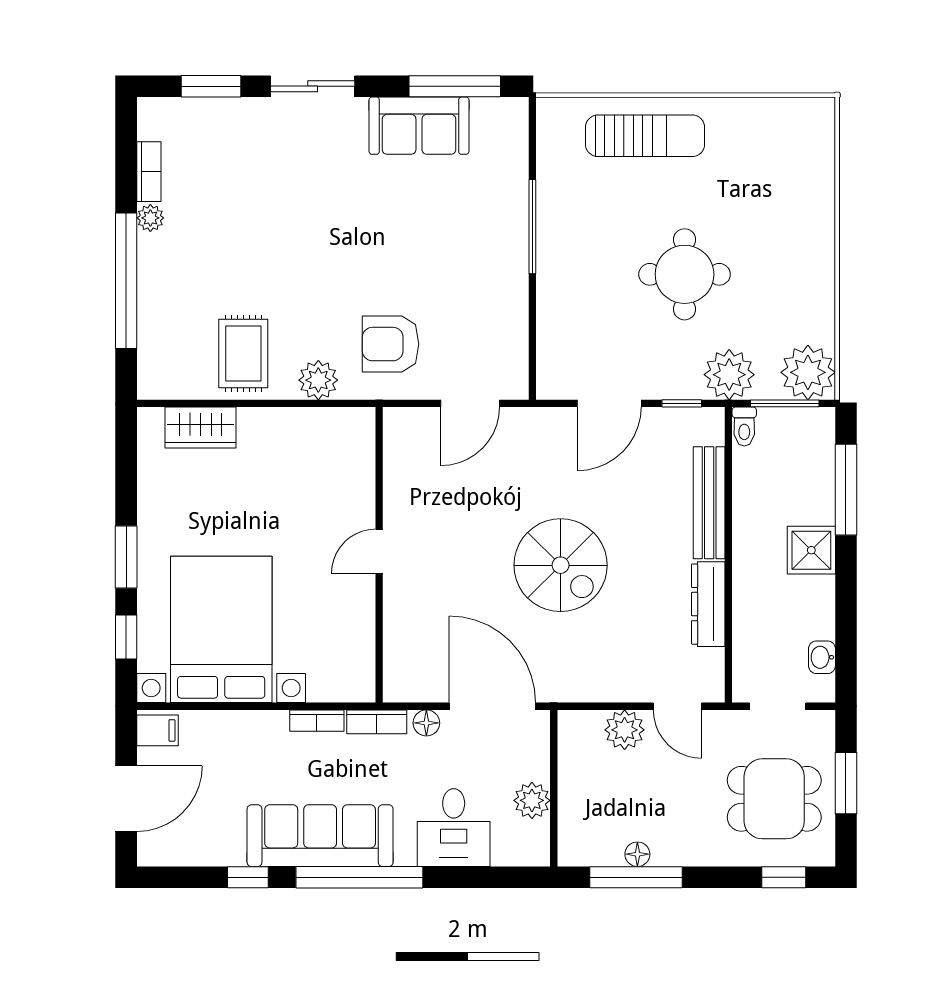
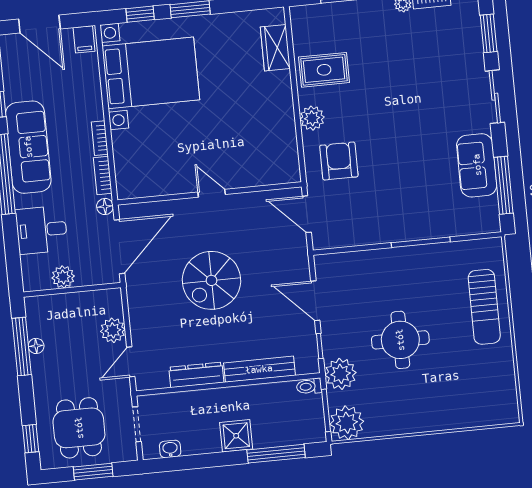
door: (379, 551) -> (212, 193), moved
wall: (379, 555) -> (209, 193), moved

